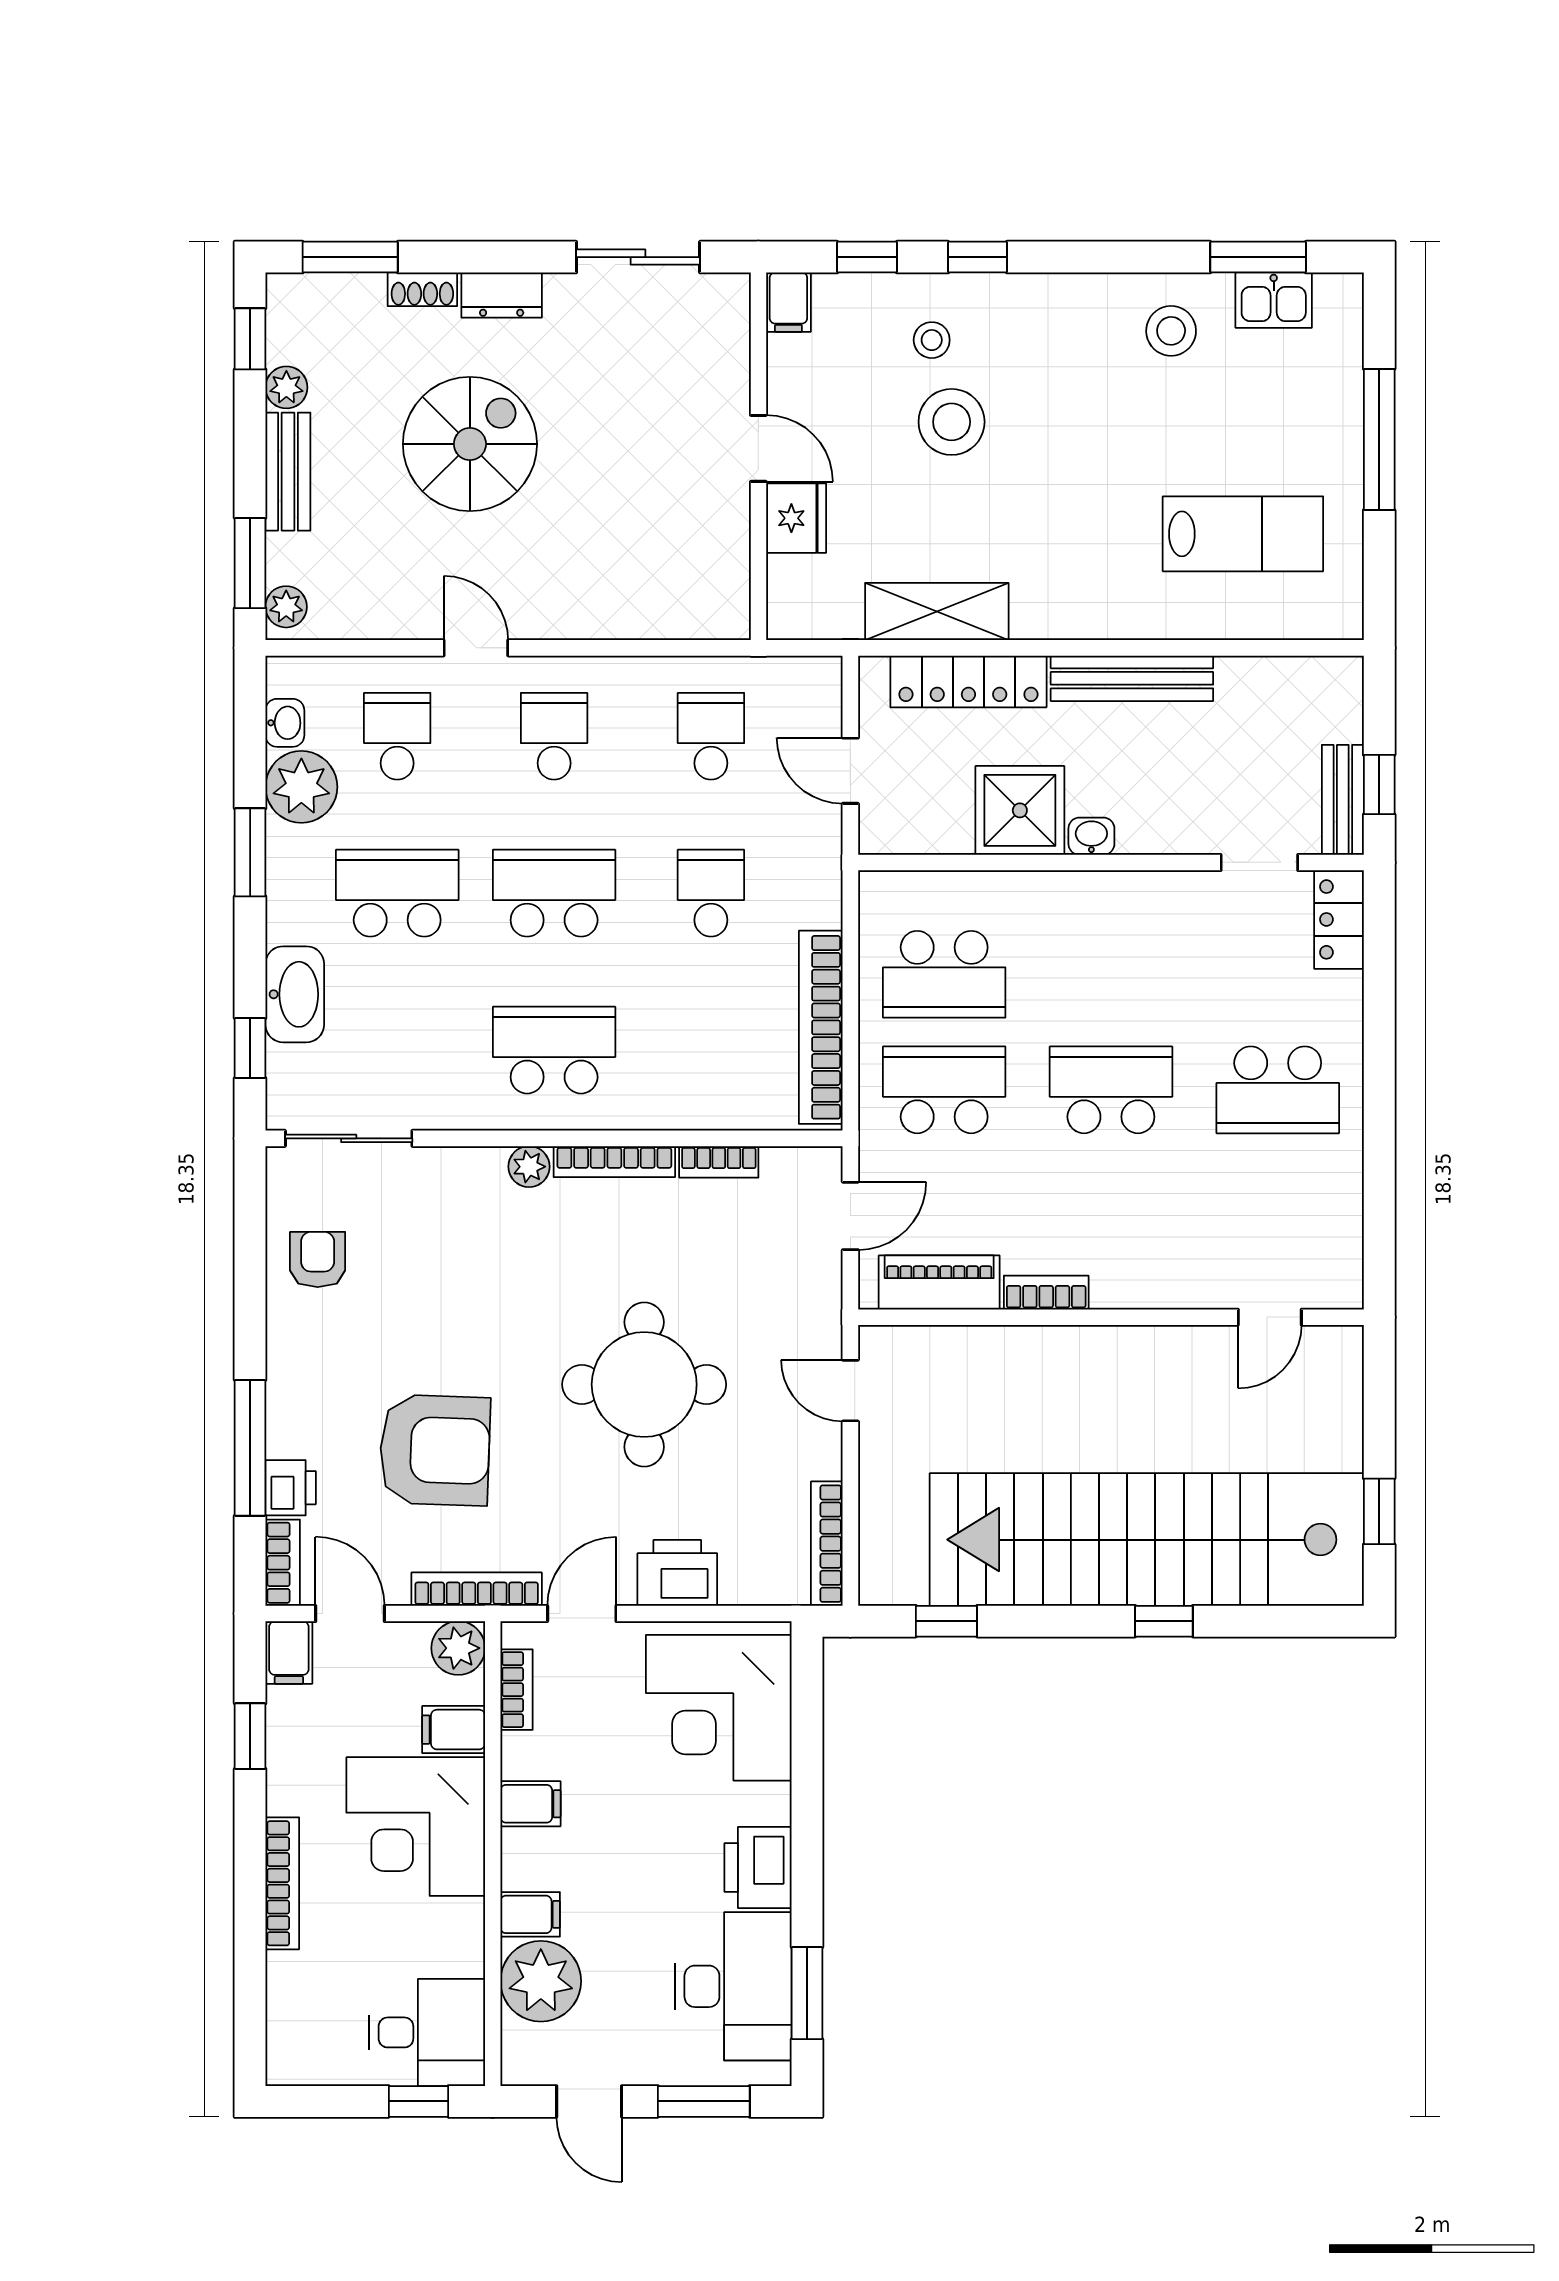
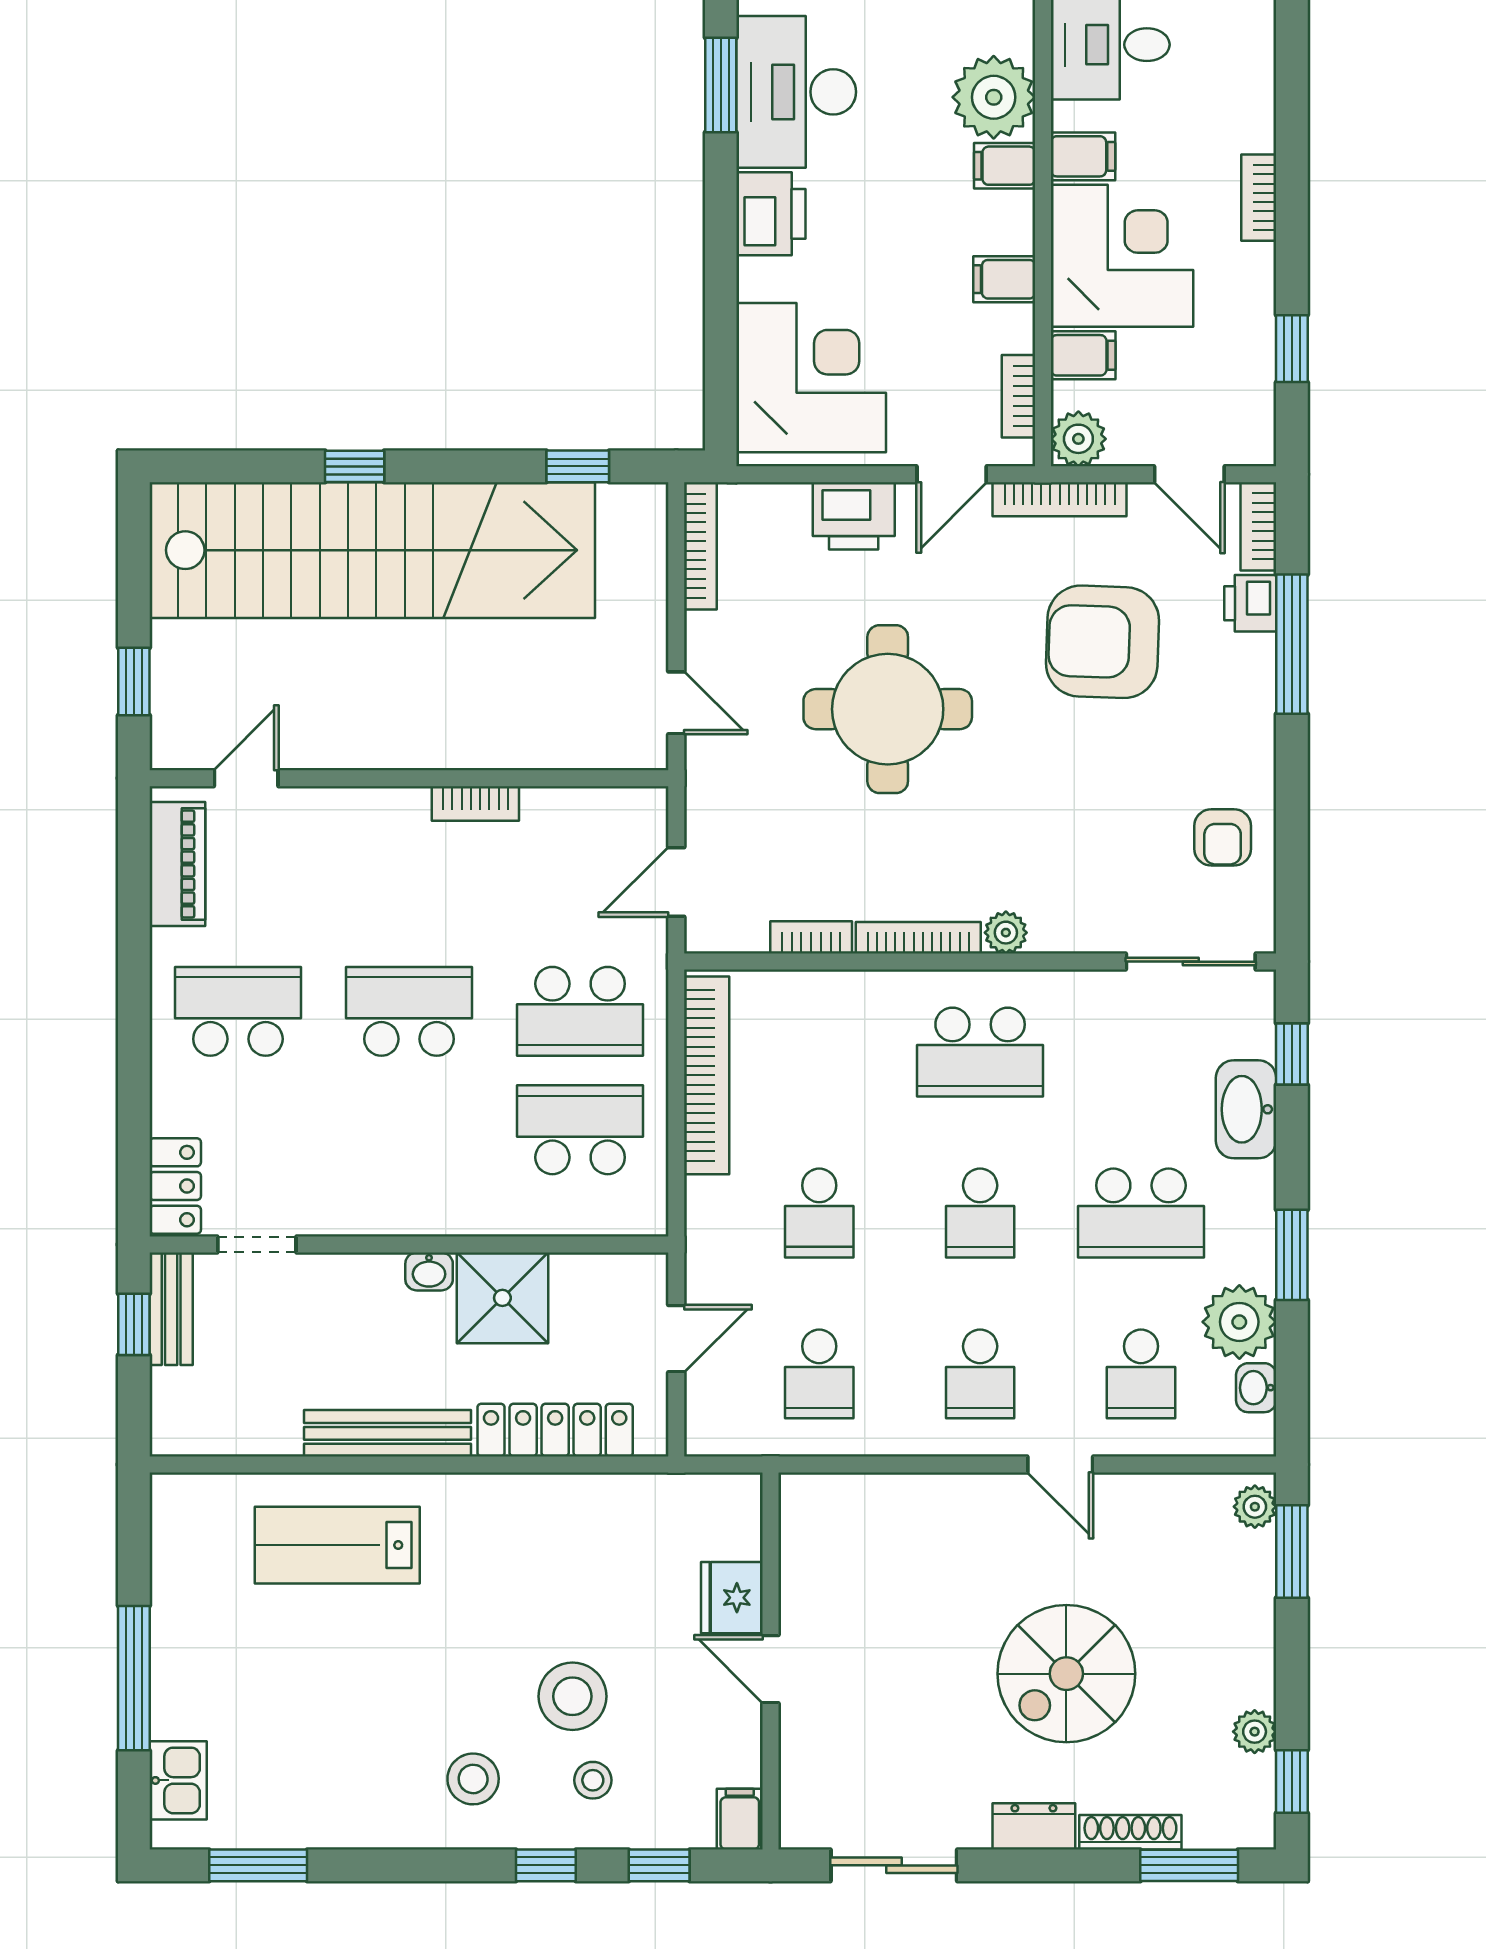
shoe rack: (422, 289) -> (1130, 1832), width x1.43
kitchen sink: (1274, 300) -> (178, 1780), moved, turned 90
stool: (1171, 331) -> (473, 1779), moved
bench: (288, 472) -> (1253, 1645), removed
lab bench: (1243, 534) -> (337, 1545), moved
shelving: (937, 612) -> (588, 1502), removed
door: (850, 771) -> (676, 1339), hinge flipped
school desk: (554, 893) -> (980, 1213), width x0.54
school desk: (1111, 1090) -> (409, 1011), turned 180
piano: (939, 1282) -> (177, 864), moved, turned -90
window: (1379, 1511) -> (134, 682), moved
filing cabinet: (289, 1652) -> (1083, 156), moved, turned 90
bookcase: (282, 1883) -> (1259, 198), width x0.64

